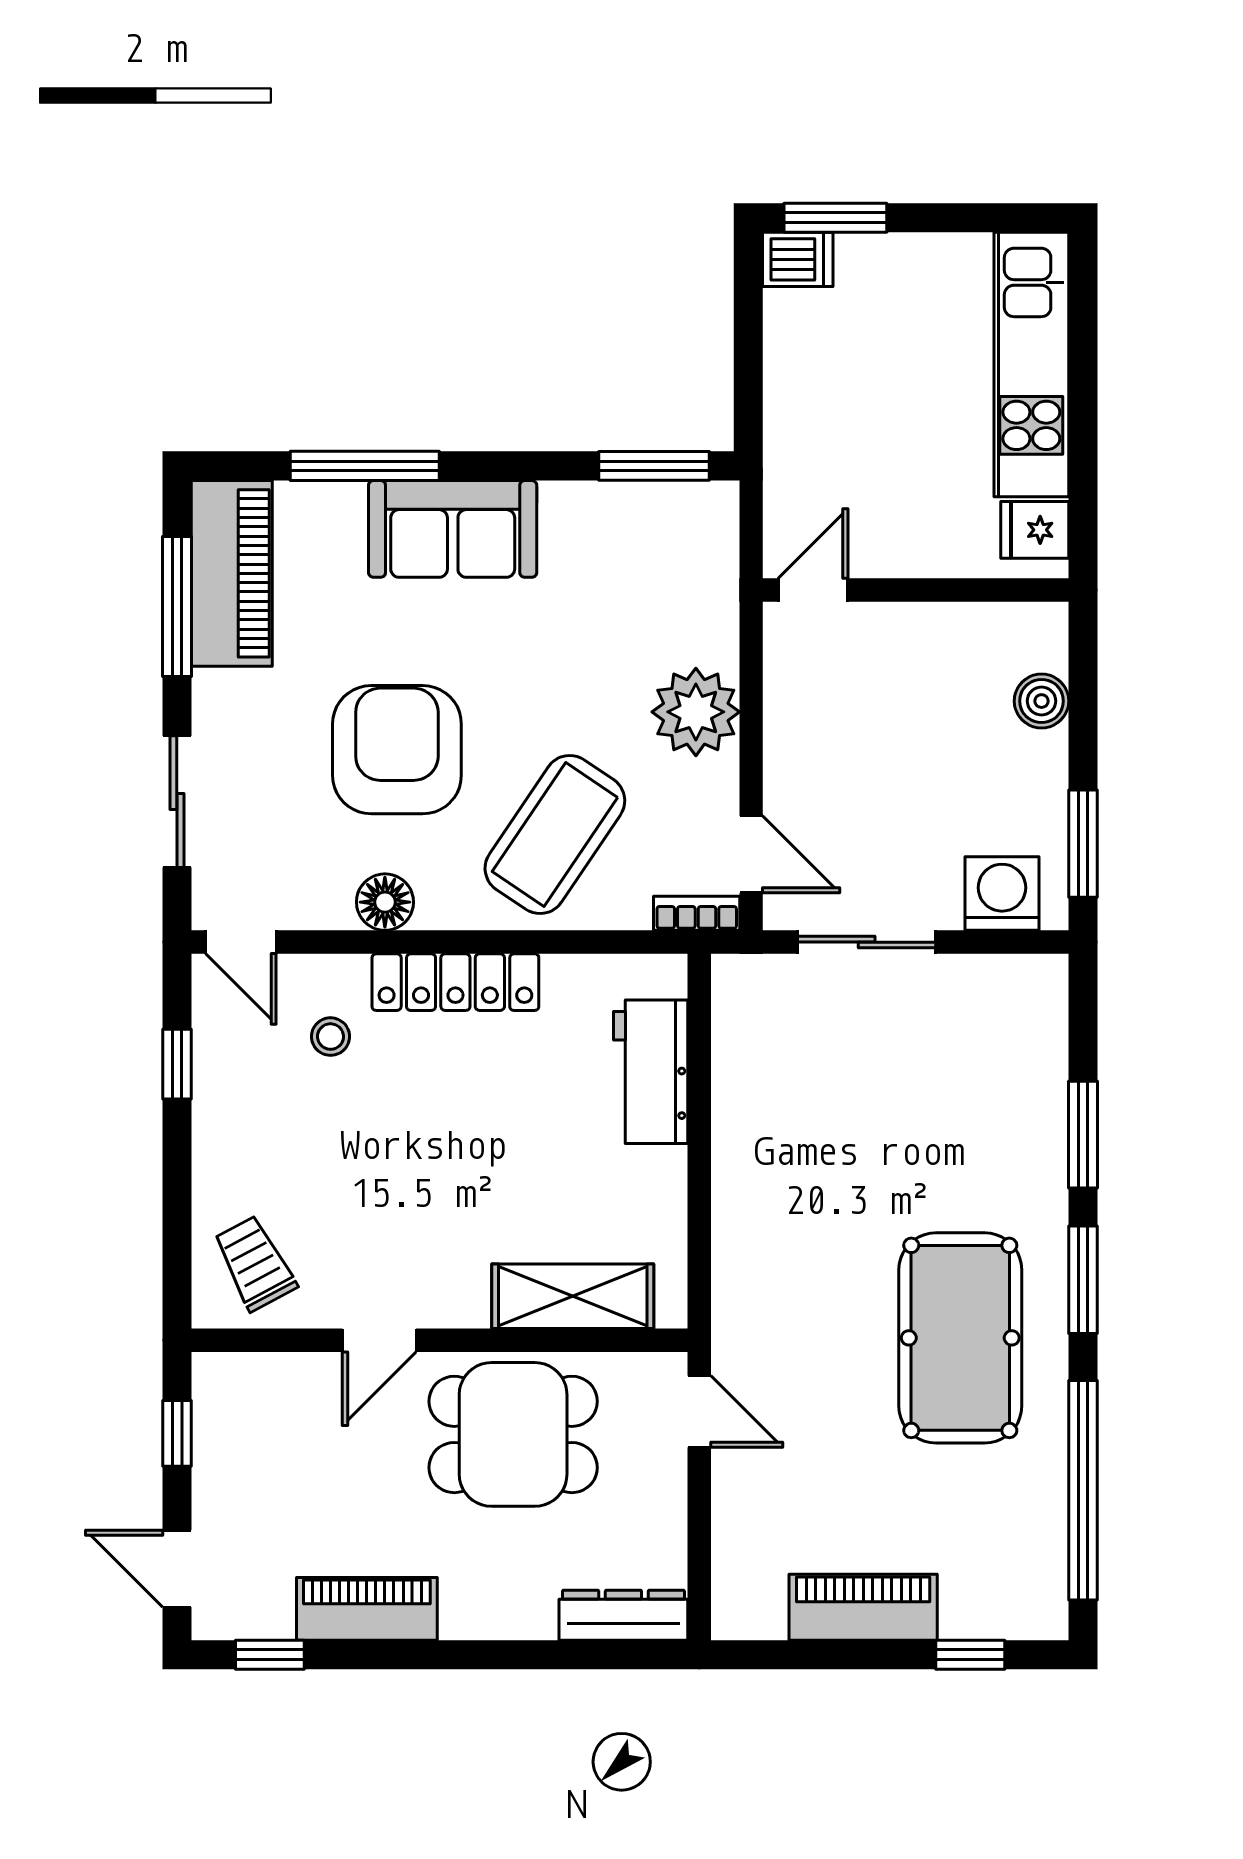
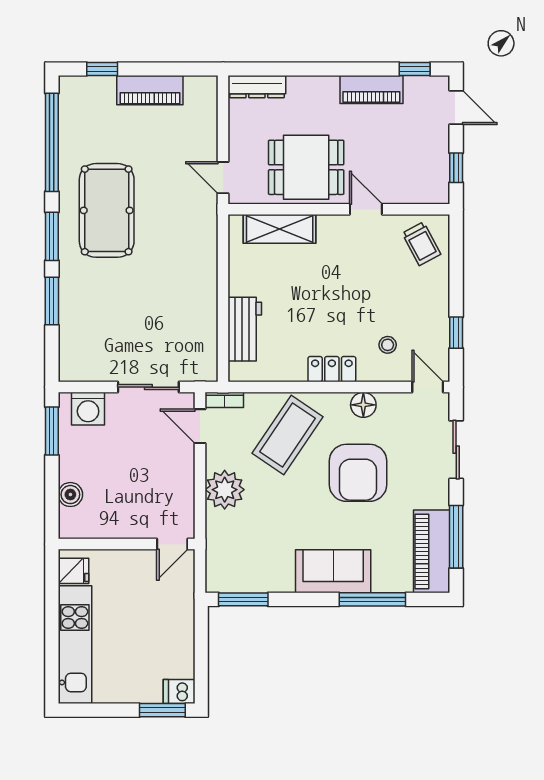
locker: (455, 982) -> (332, 369), width x0.66
door: (379, 1340) -> (366, 209), hinge flipped

